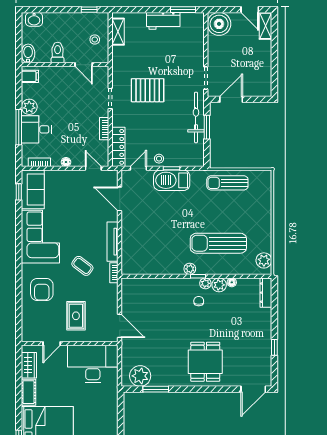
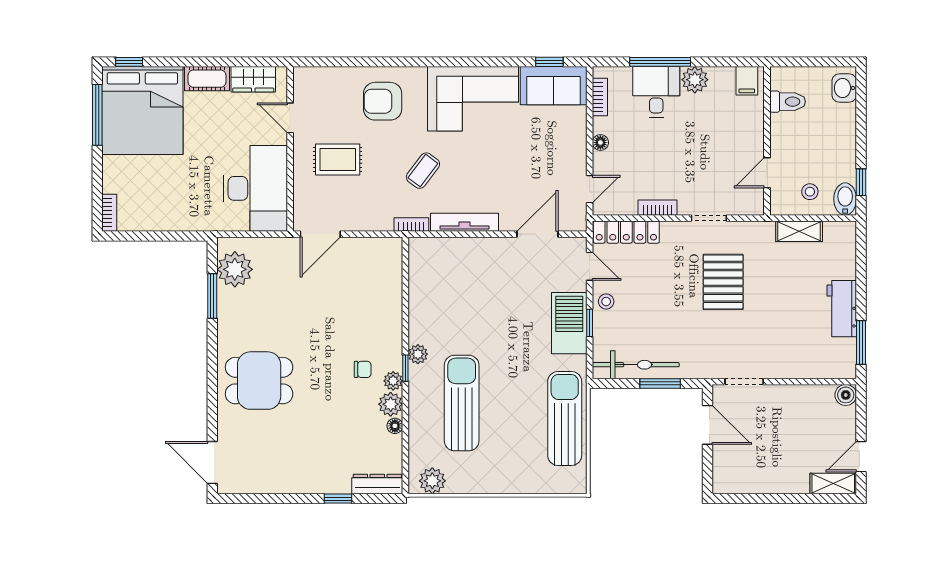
boiler: (219, 24) -> (846, 395), width x0.54, depth x0.54
shelving: (118, 32) -> (799, 231), moved
bidet: (28, 53) -> (845, 199), moved, turned -90
toilet: (58, 53) -> (788, 102), moved
bicycle: (196, 117) -> (636, 365), moved
sun lounger: (227, 183) -> (565, 418), width x1.36, depth x1.34
window: (274, 347) -> (338, 499), moved

